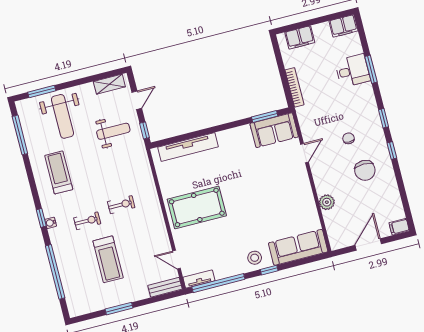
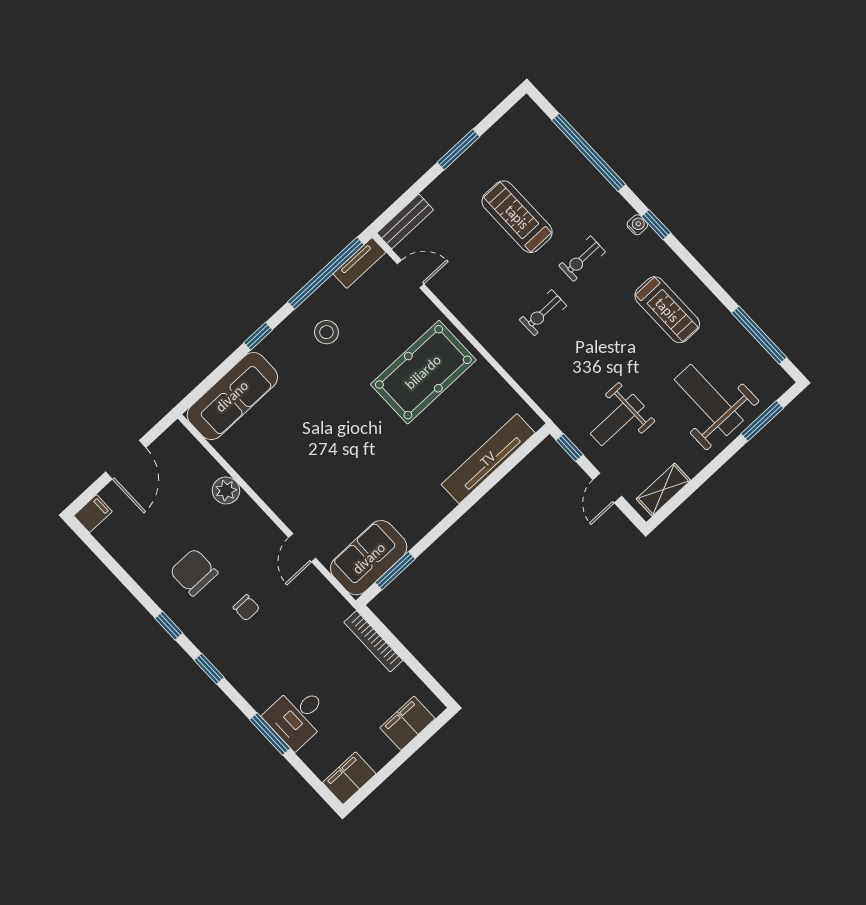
stool: (255, 258) -> (326, 332), moved

